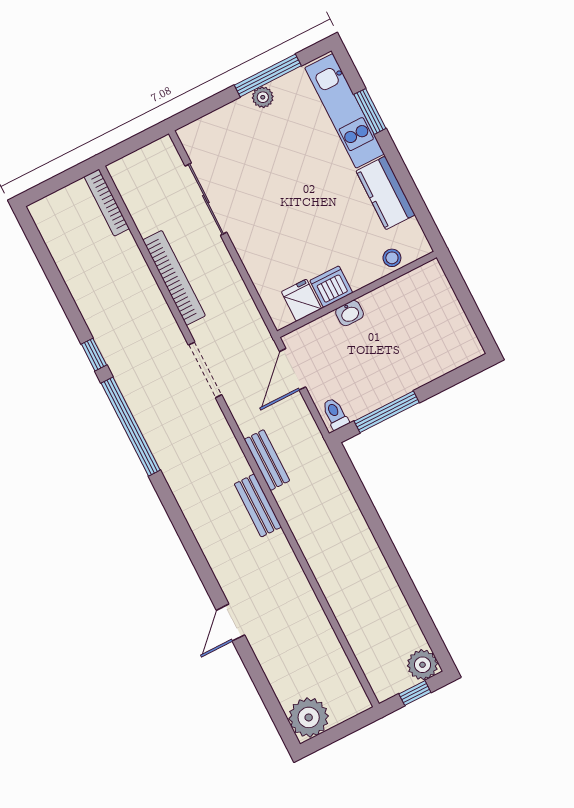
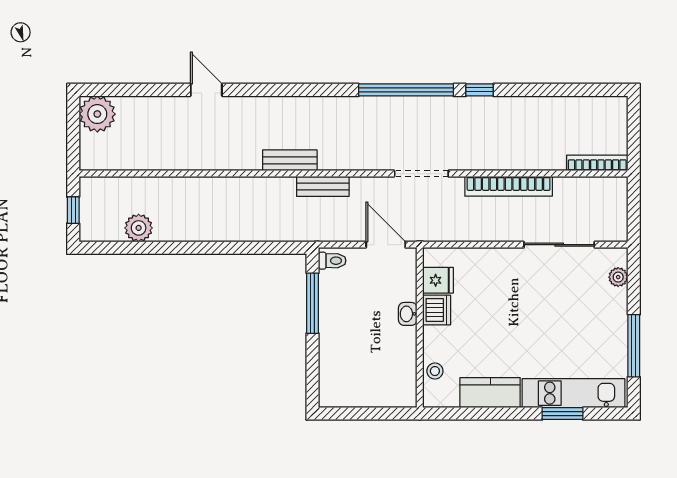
plant: (263, 97) -> (618, 277), moved
plant: (422, 665) -> (139, 228), moved

